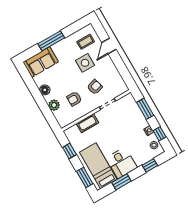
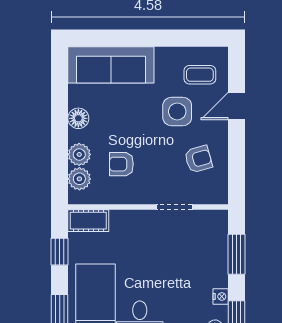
window: (51, 41) -> (140, 38), removed
sofa: (41, 62) -> (111, 65), width x1.36
armchair: (95, 87) -> (198, 159), moved
plant: (60, 115) -> (79, 179), added
cot: (87, 123) -> (88, 221), moved

